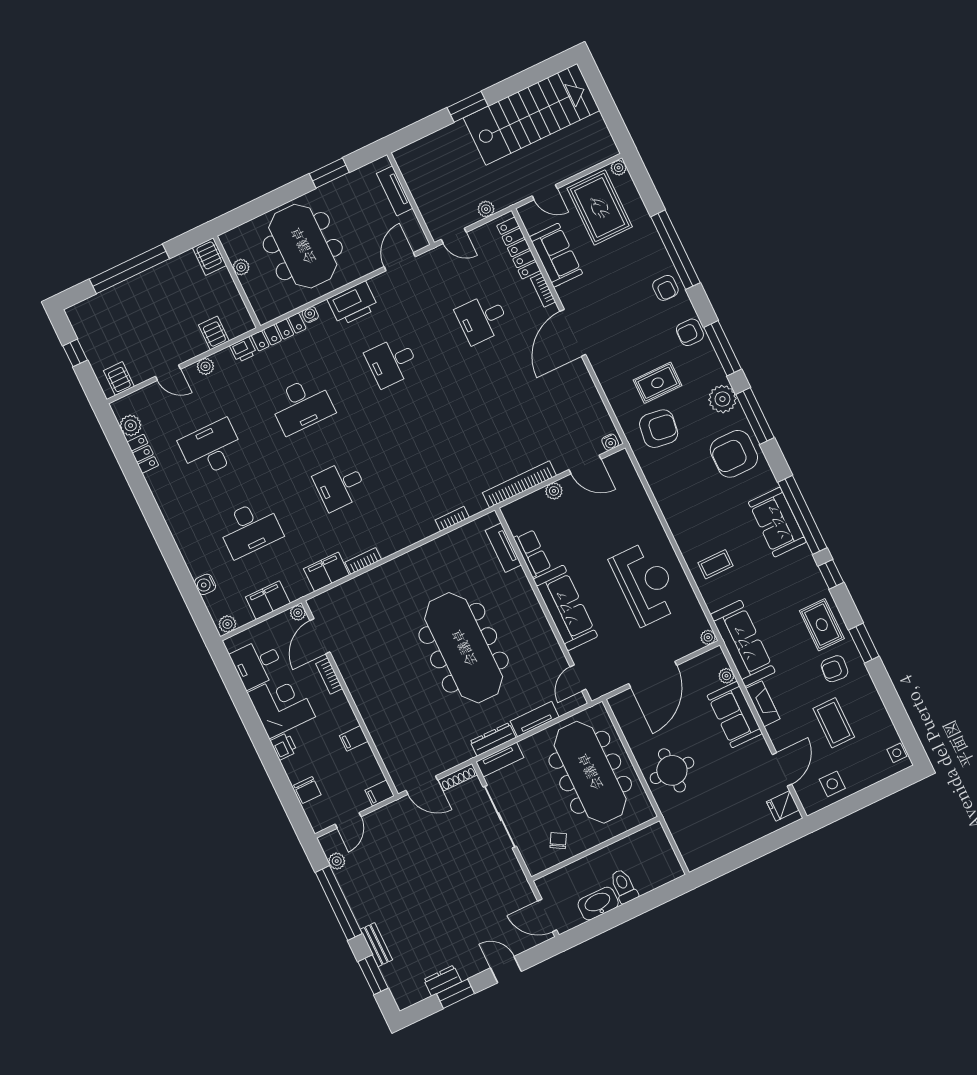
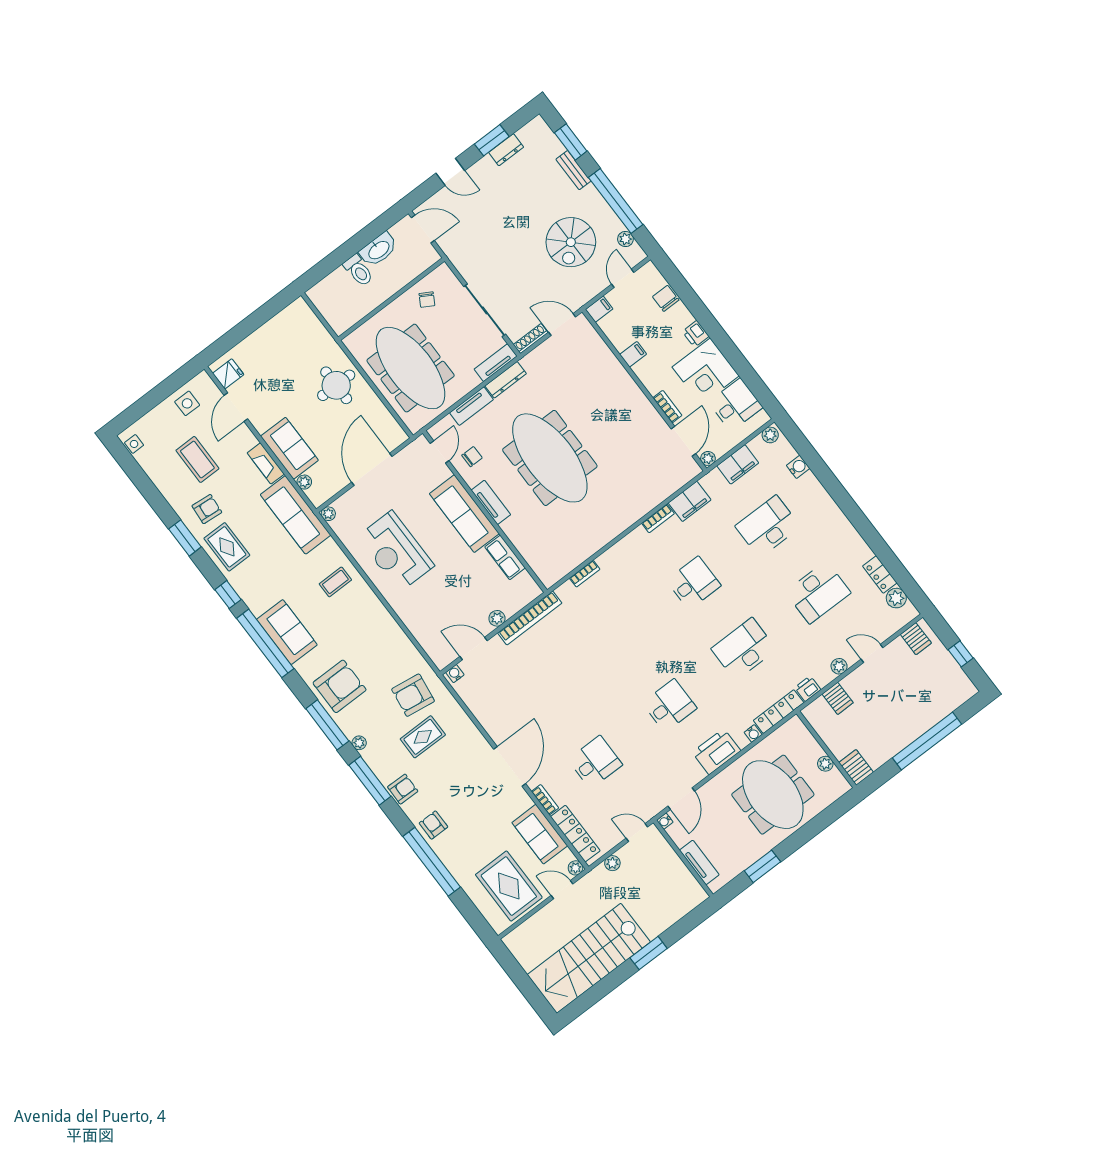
plant: (619, 168) -> (575, 868), moved
water cooler: (422, 242) -> (665, 821), added
plant: (722, 399) -> (359, 743), width x0.53, depth x0.53
tv unit: (503, 548) -> (491, 502), moved
chair: (545, 666) -> (472, 457), added
spiral stairs: (395, 870) -> (571, 242), added

